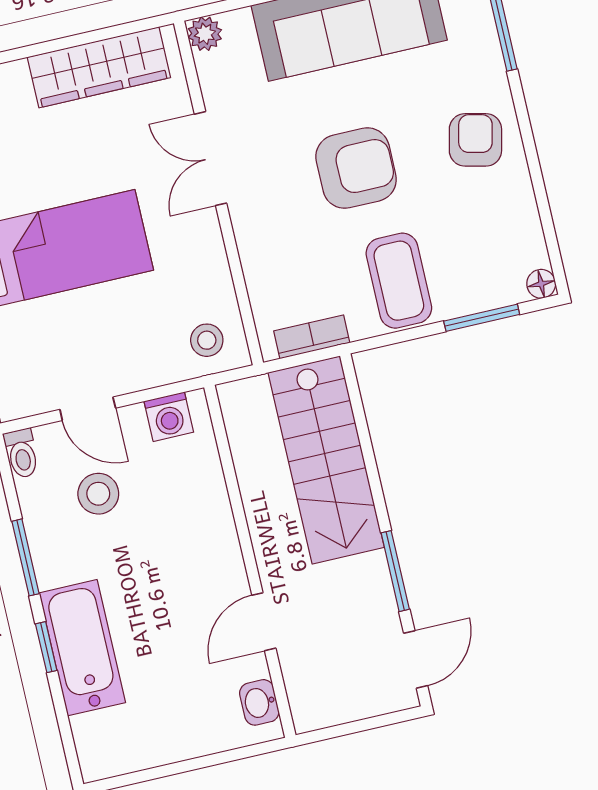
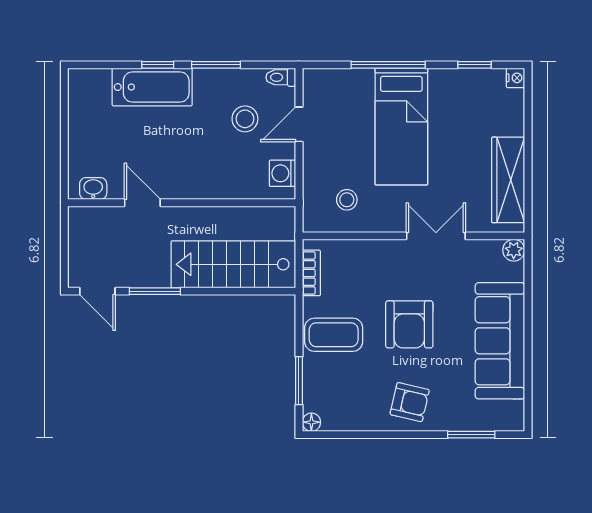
stool: (207, 340) -> (347, 200), moved

